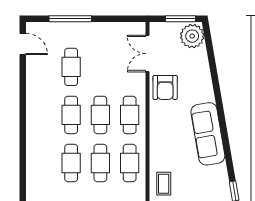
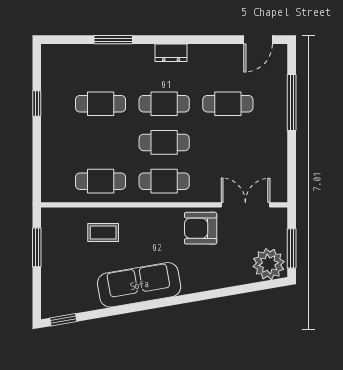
dresser: (33, 110) -> (171, 53), added
window: (23, 153) -> (113, 40), added
cafe table: (100, 163) -> (101, 142), removed
coffee table: (164, 184) -> (103, 232), moved

